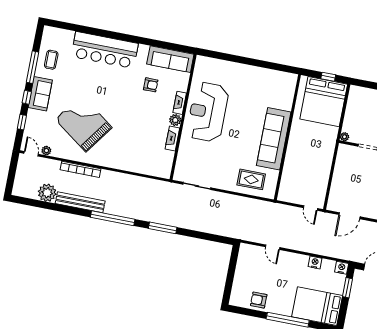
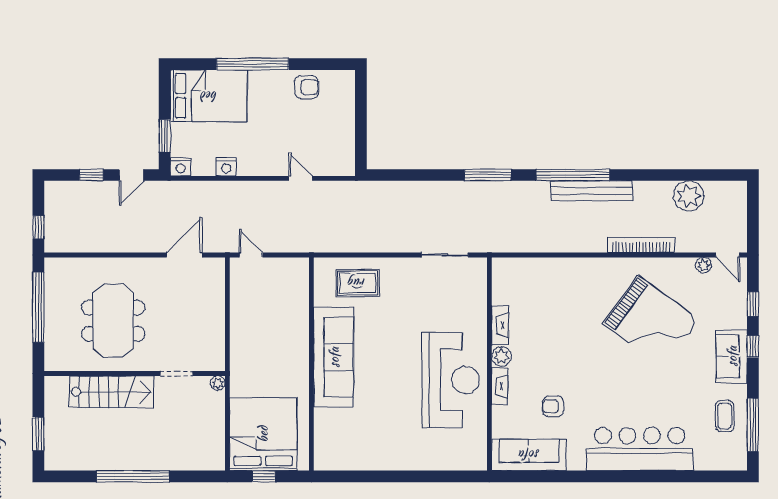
window: (33, 67) -> (753, 425), moved
bench: (80, 202) -> (592, 191), moved

